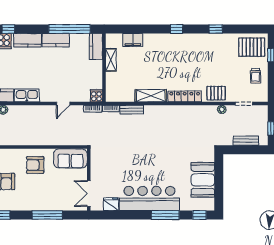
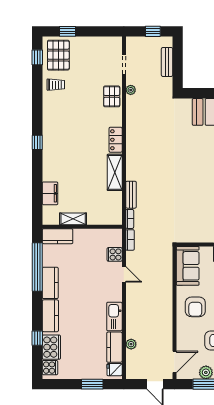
window: (216, 29) -> (37, 57), moved
trolley: (256, 76) -> (56, 85), moved
cooker: (96, 96) -> (115, 254), moved
locker: (185, 96) -> (116, 140), width x0.66

